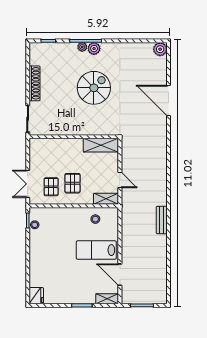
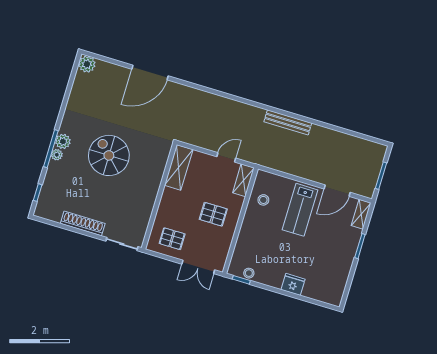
pallet: (51, 187) -> (172, 239), moved
bench: (162, 220) -> (288, 122), width x1.36
fridge: (36, 296) -> (293, 284), moved

